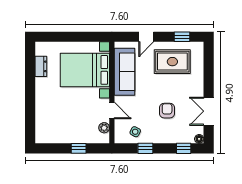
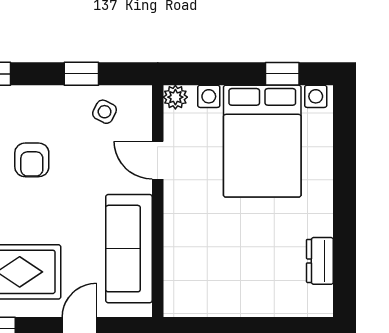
bed with nightstands: (85, 70) -> (262, 141), moved, turned 90
plant: (104, 128) -> (175, 97), moved
window: (79, 148) -> (282, 74), moved

